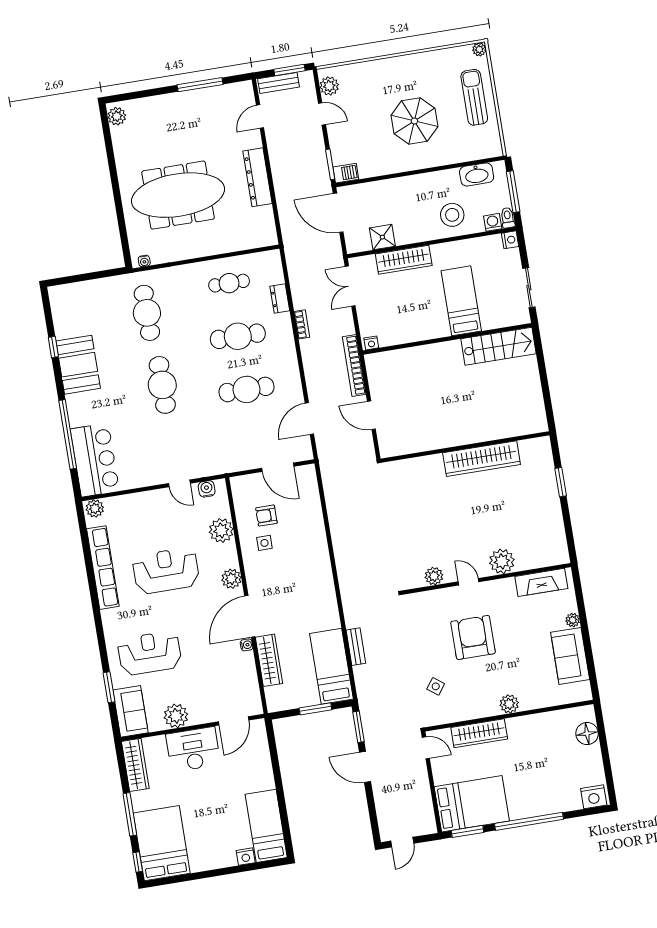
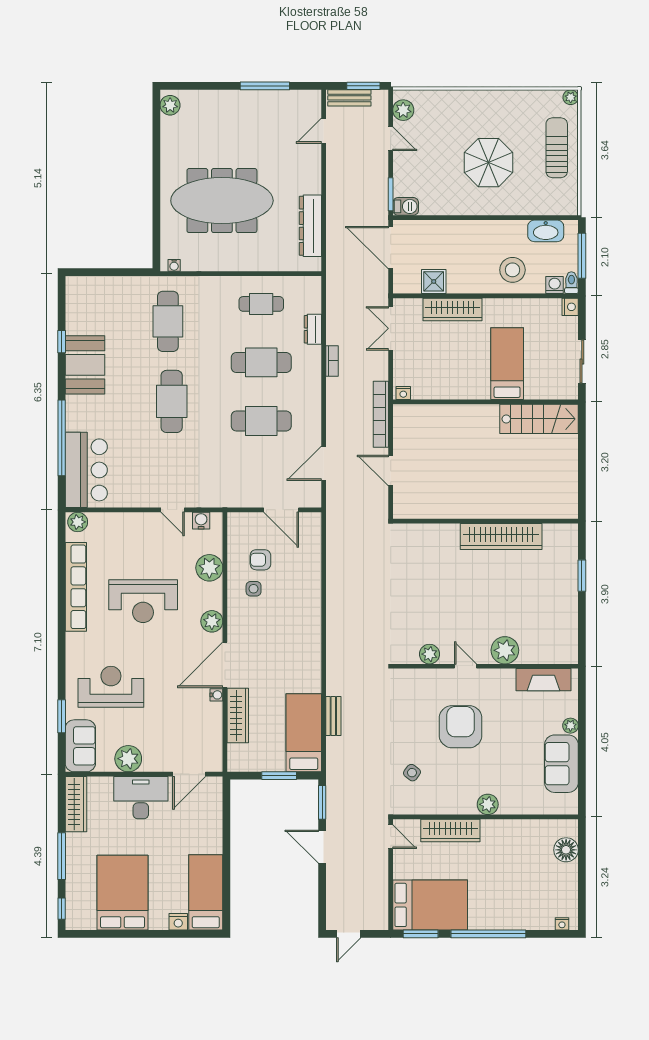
dresser: (258, 177) -> (310, 226), moved
reception desk: (166, 571) -> (143, 601), turned 180
nightstand: (594, 797) -> (562, 924), width x0.53, depth x0.56
bed: (162, 843) -> (122, 893), moved

